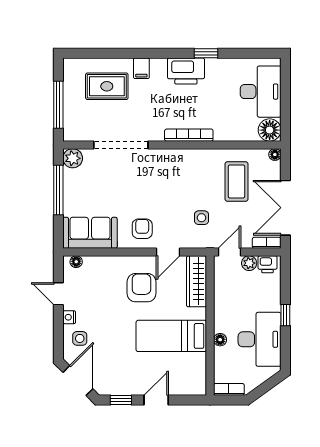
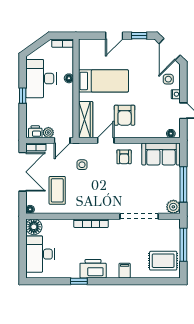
rug: (107, 86) -> (163, 261), moved

